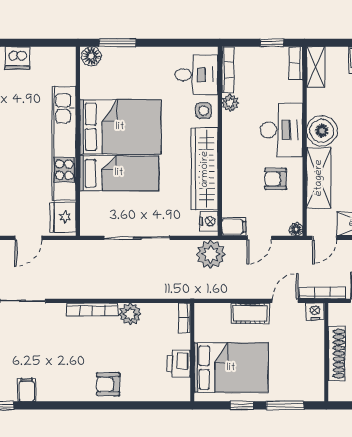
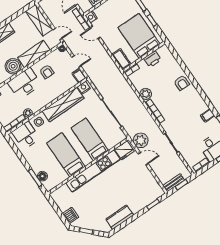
floor lamp: (91, 56) -> (42, 176), moved
bed: (120, 127) -> (66, 155), width x0.67
plant: (211, 254) -> (141, 140), moved
cot: (250, 313) -> (121, 59), moved

